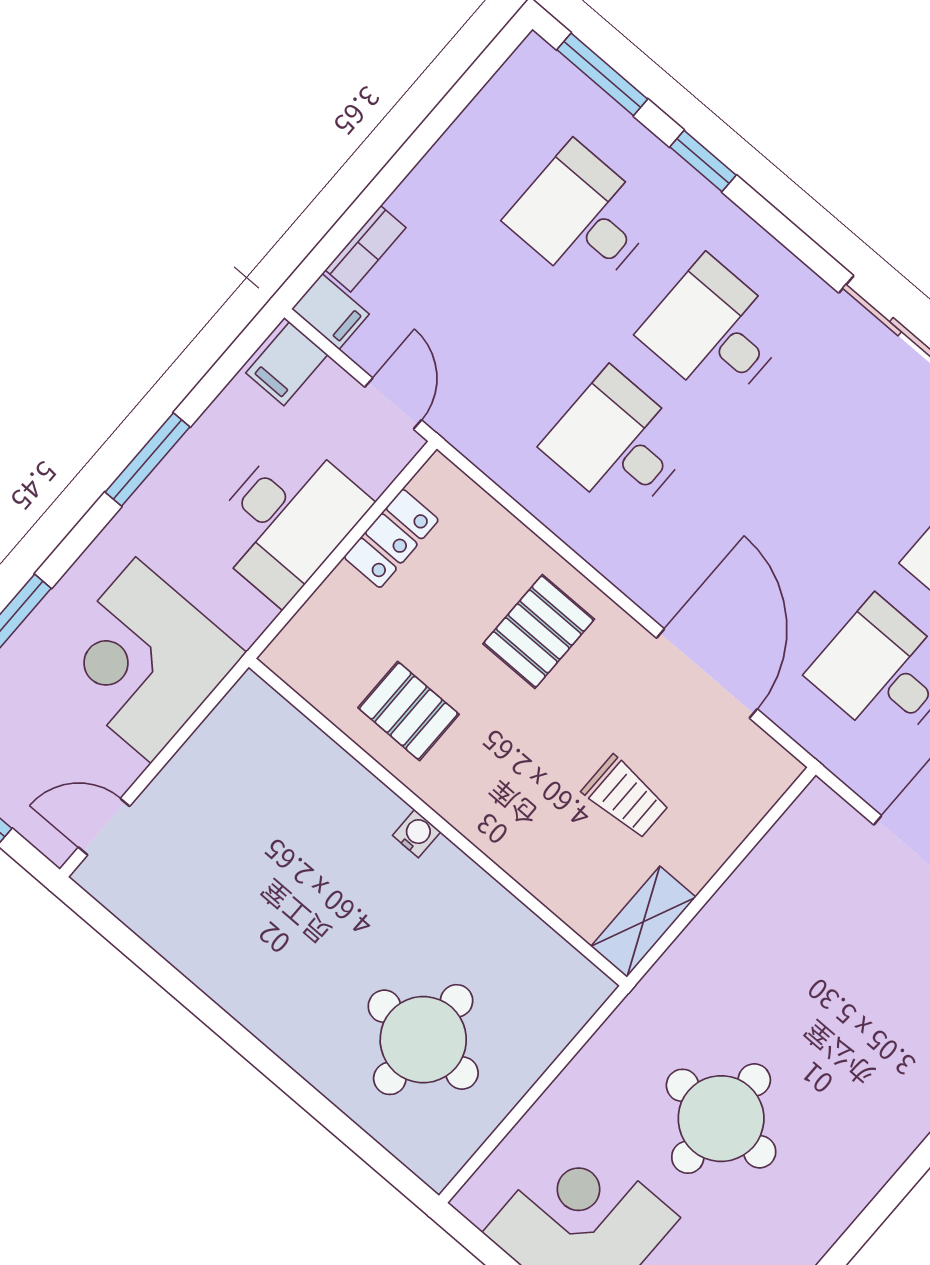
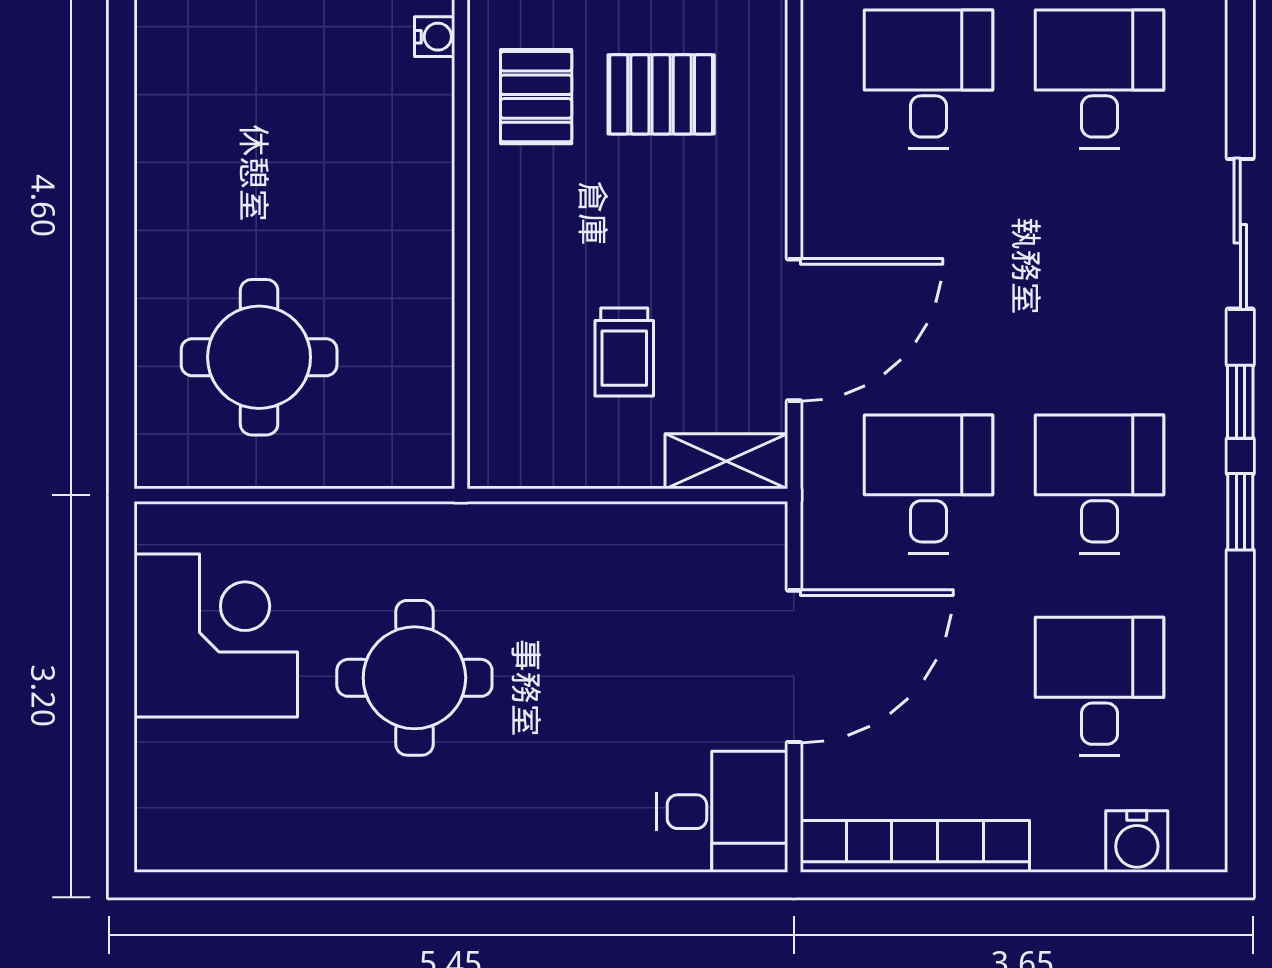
pallet: (539, 631) -> (661, 94), moved
water cooler: (417, 834) -> (435, 37), moved
shelving: (643, 922) -> (726, 461), moved

